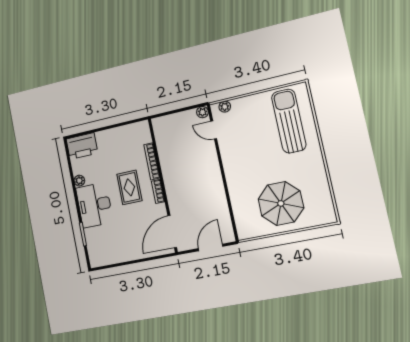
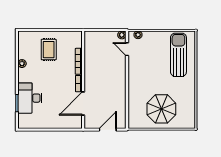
printer: (82, 146) -> (29, 39), removed
rug: (129, 187) -> (49, 50), moved
desk: (94, 205) -> (30, 98), moved
door: (172, 232) -> (83, 103), moved

